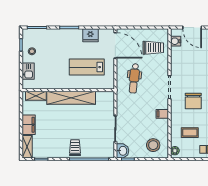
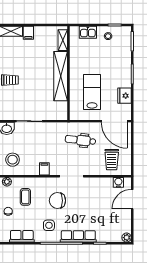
door: (115, 45) -> (114, 121), hinge flipped
filing cabinet: (29, 125) -> (28, 33), width x0.50

